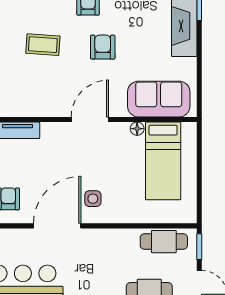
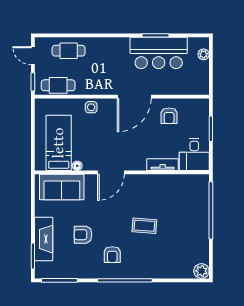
armchair: (103, 47) -> (83, 235), moved, turned 90
side table: (93, 199) -> (91, 107), moved

